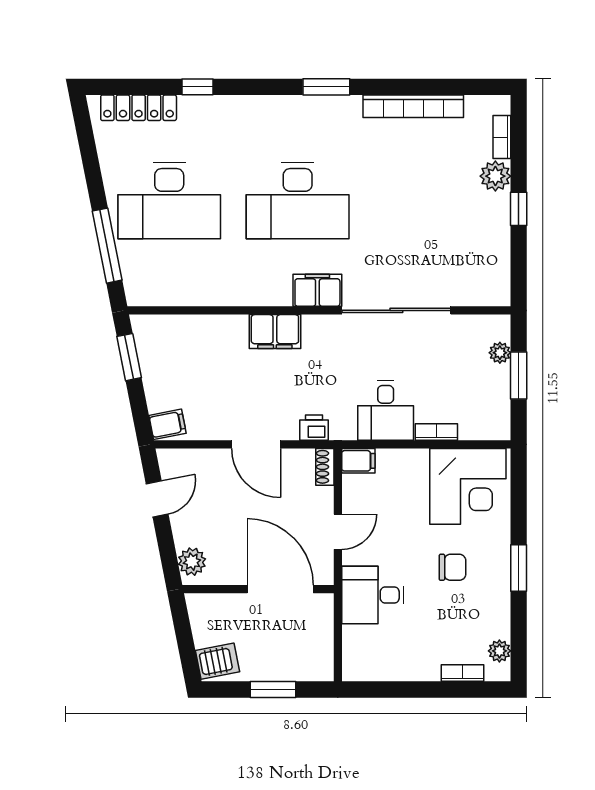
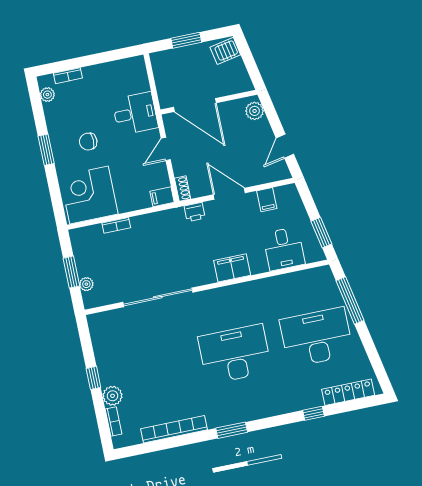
filing cabinet: (317, 290) -> (211, 300), removed
desk: (386, 411) -> (284, 249), moved, turned 180
filing cabinet: (167, 424) -> (267, 200), moved, turned -79

